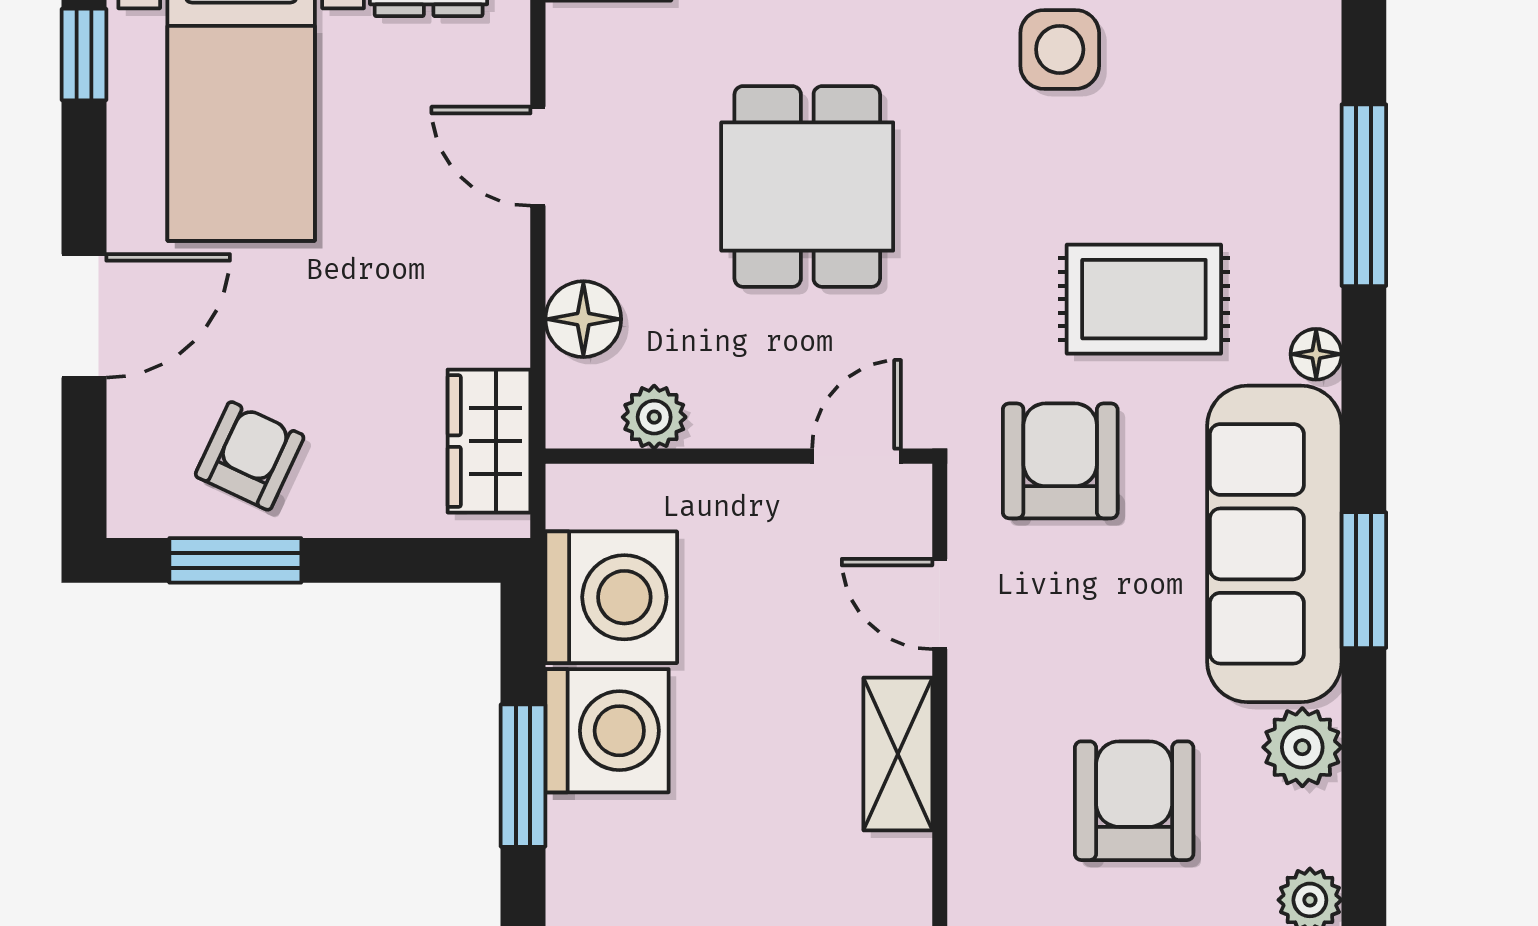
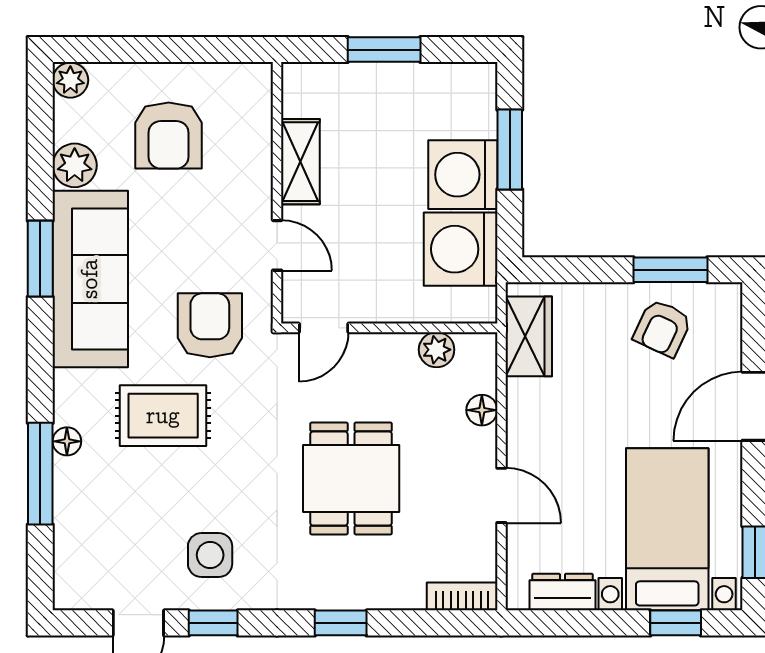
floor lamp: (583, 319) -> (482, 410), width x0.73, depth x0.73
floor lamp: (1316, 354) -> (67, 441), moved
armchair: (1060, 461) -> (210, 325), turned 180

